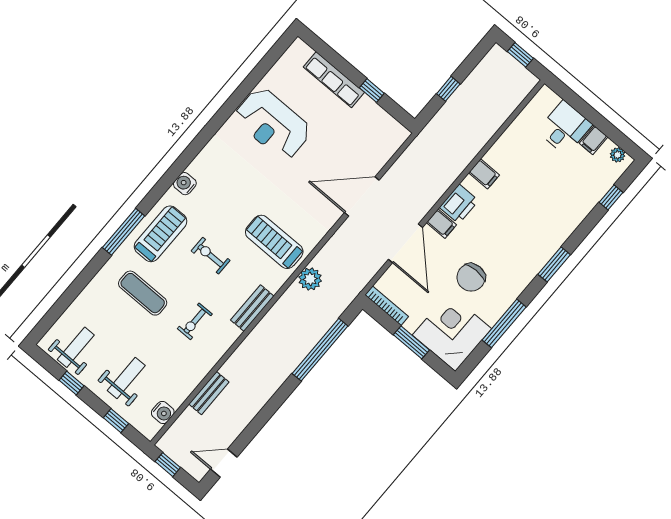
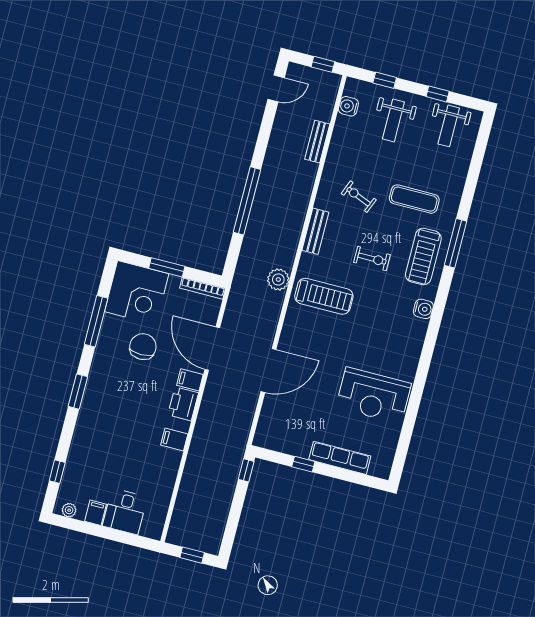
window: (448, 89) -> (246, 470), moved
reception desk: (273, 124) -> (374, 395), turned 180
exercise bike: (195, 321) -> (359, 197), turned -68
window: (320, 350) -> (247, 201), moved

